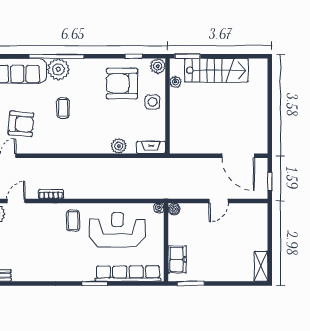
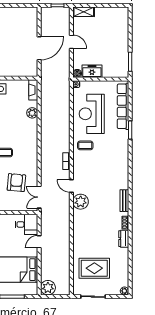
door: (238, 156) -> (39, 48), moved
freezer: (177, 259) -> (92, 71), moved
shelving: (261, 266) -> (84, 12), moved

